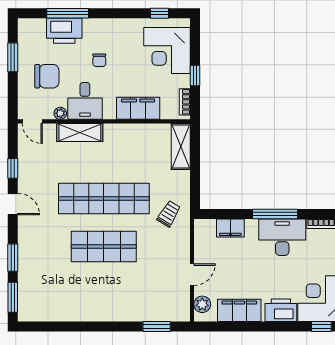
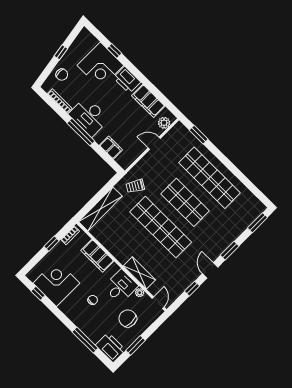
printer: (64, 31) -> (111, 348), moved
corner desk: (167, 50) -> (56, 283), moved, turned -90
shelving: (181, 147) -> (100, 209), width x1.47
window: (13, 258) -> (230, 251), moved
shop shelf: (104, 295) -> (209, 178), added

